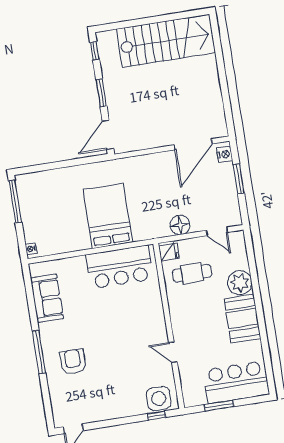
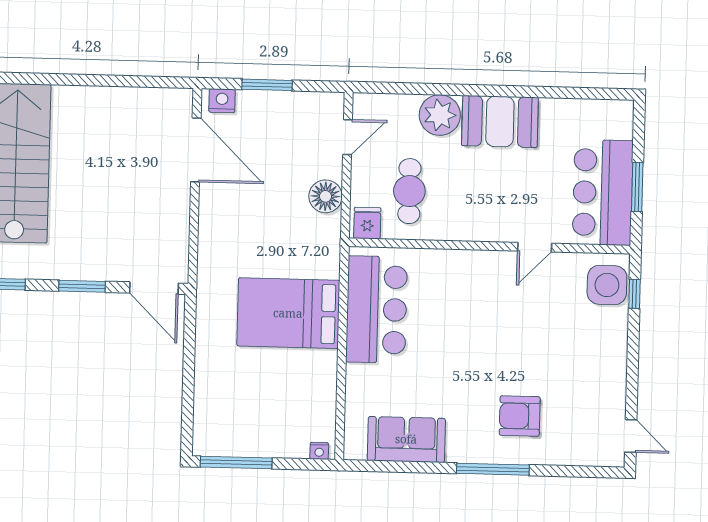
bar counter: (236, 382) -> (603, 192), moved

